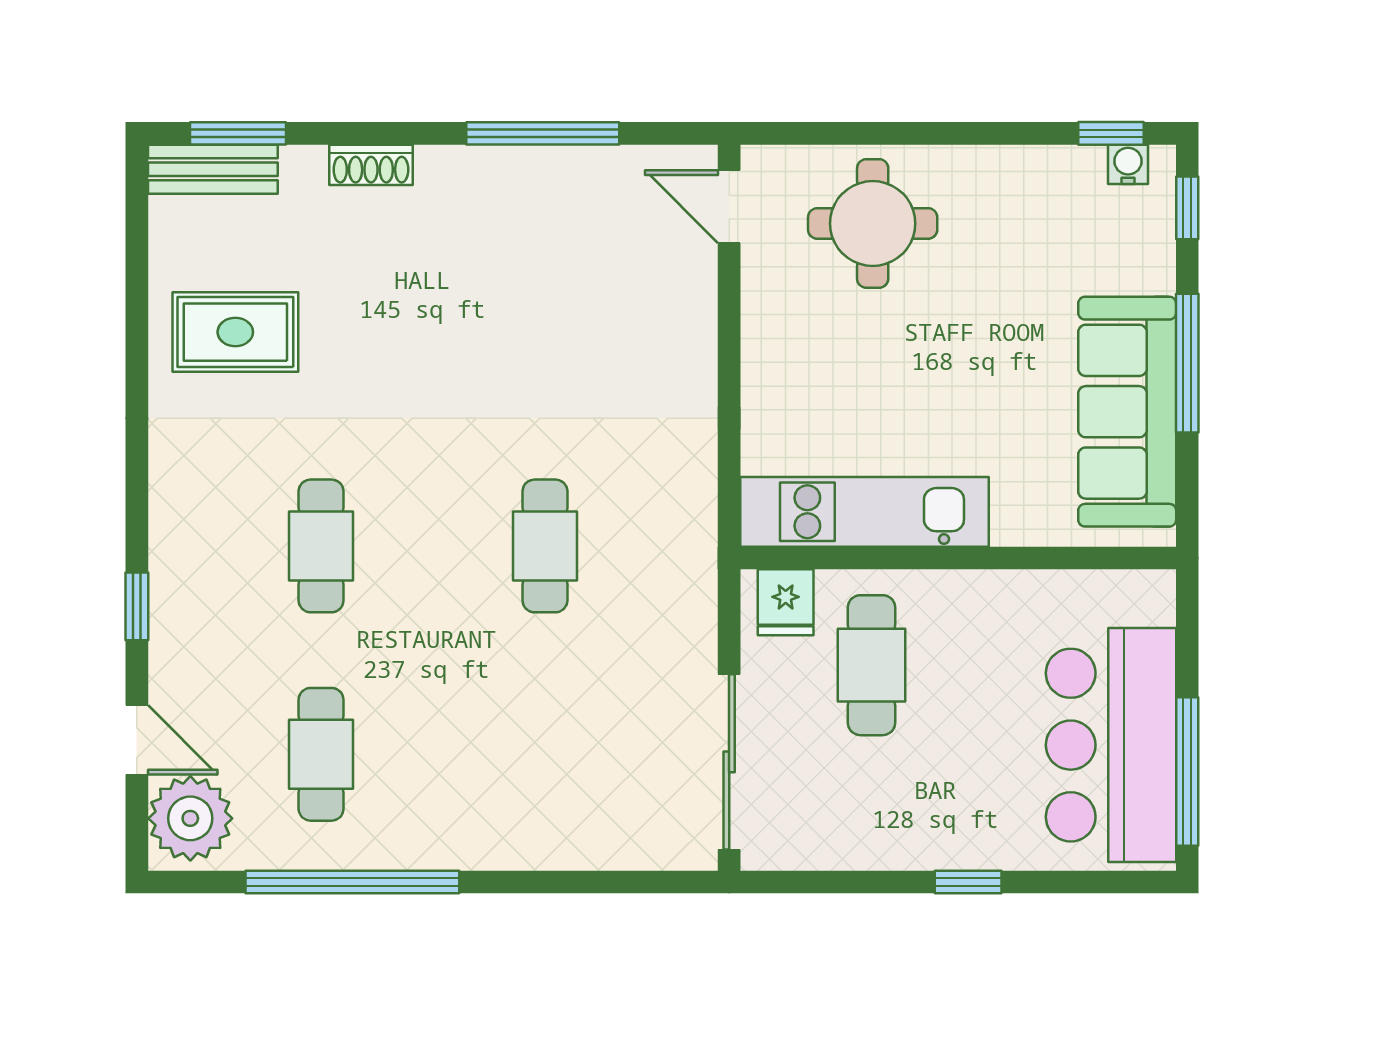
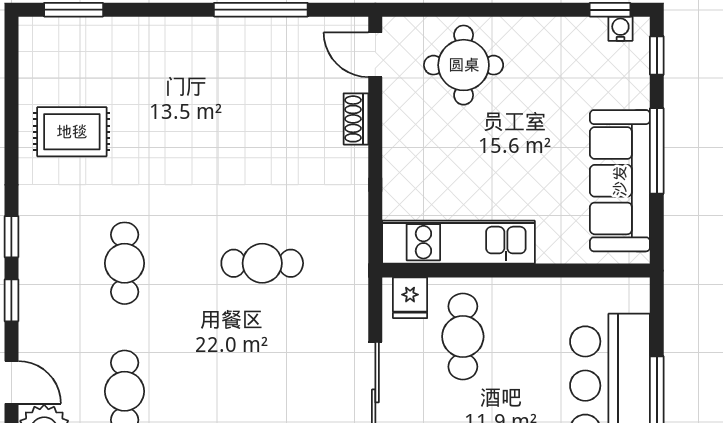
shoe rack: (371, 165) -> (356, 119), moved, turned 90
bench: (213, 169) -> (58, 32), removed
window: (137, 503) -> (11, 237), added
cafe table: (545, 546) -> (262, 263), turned 90

